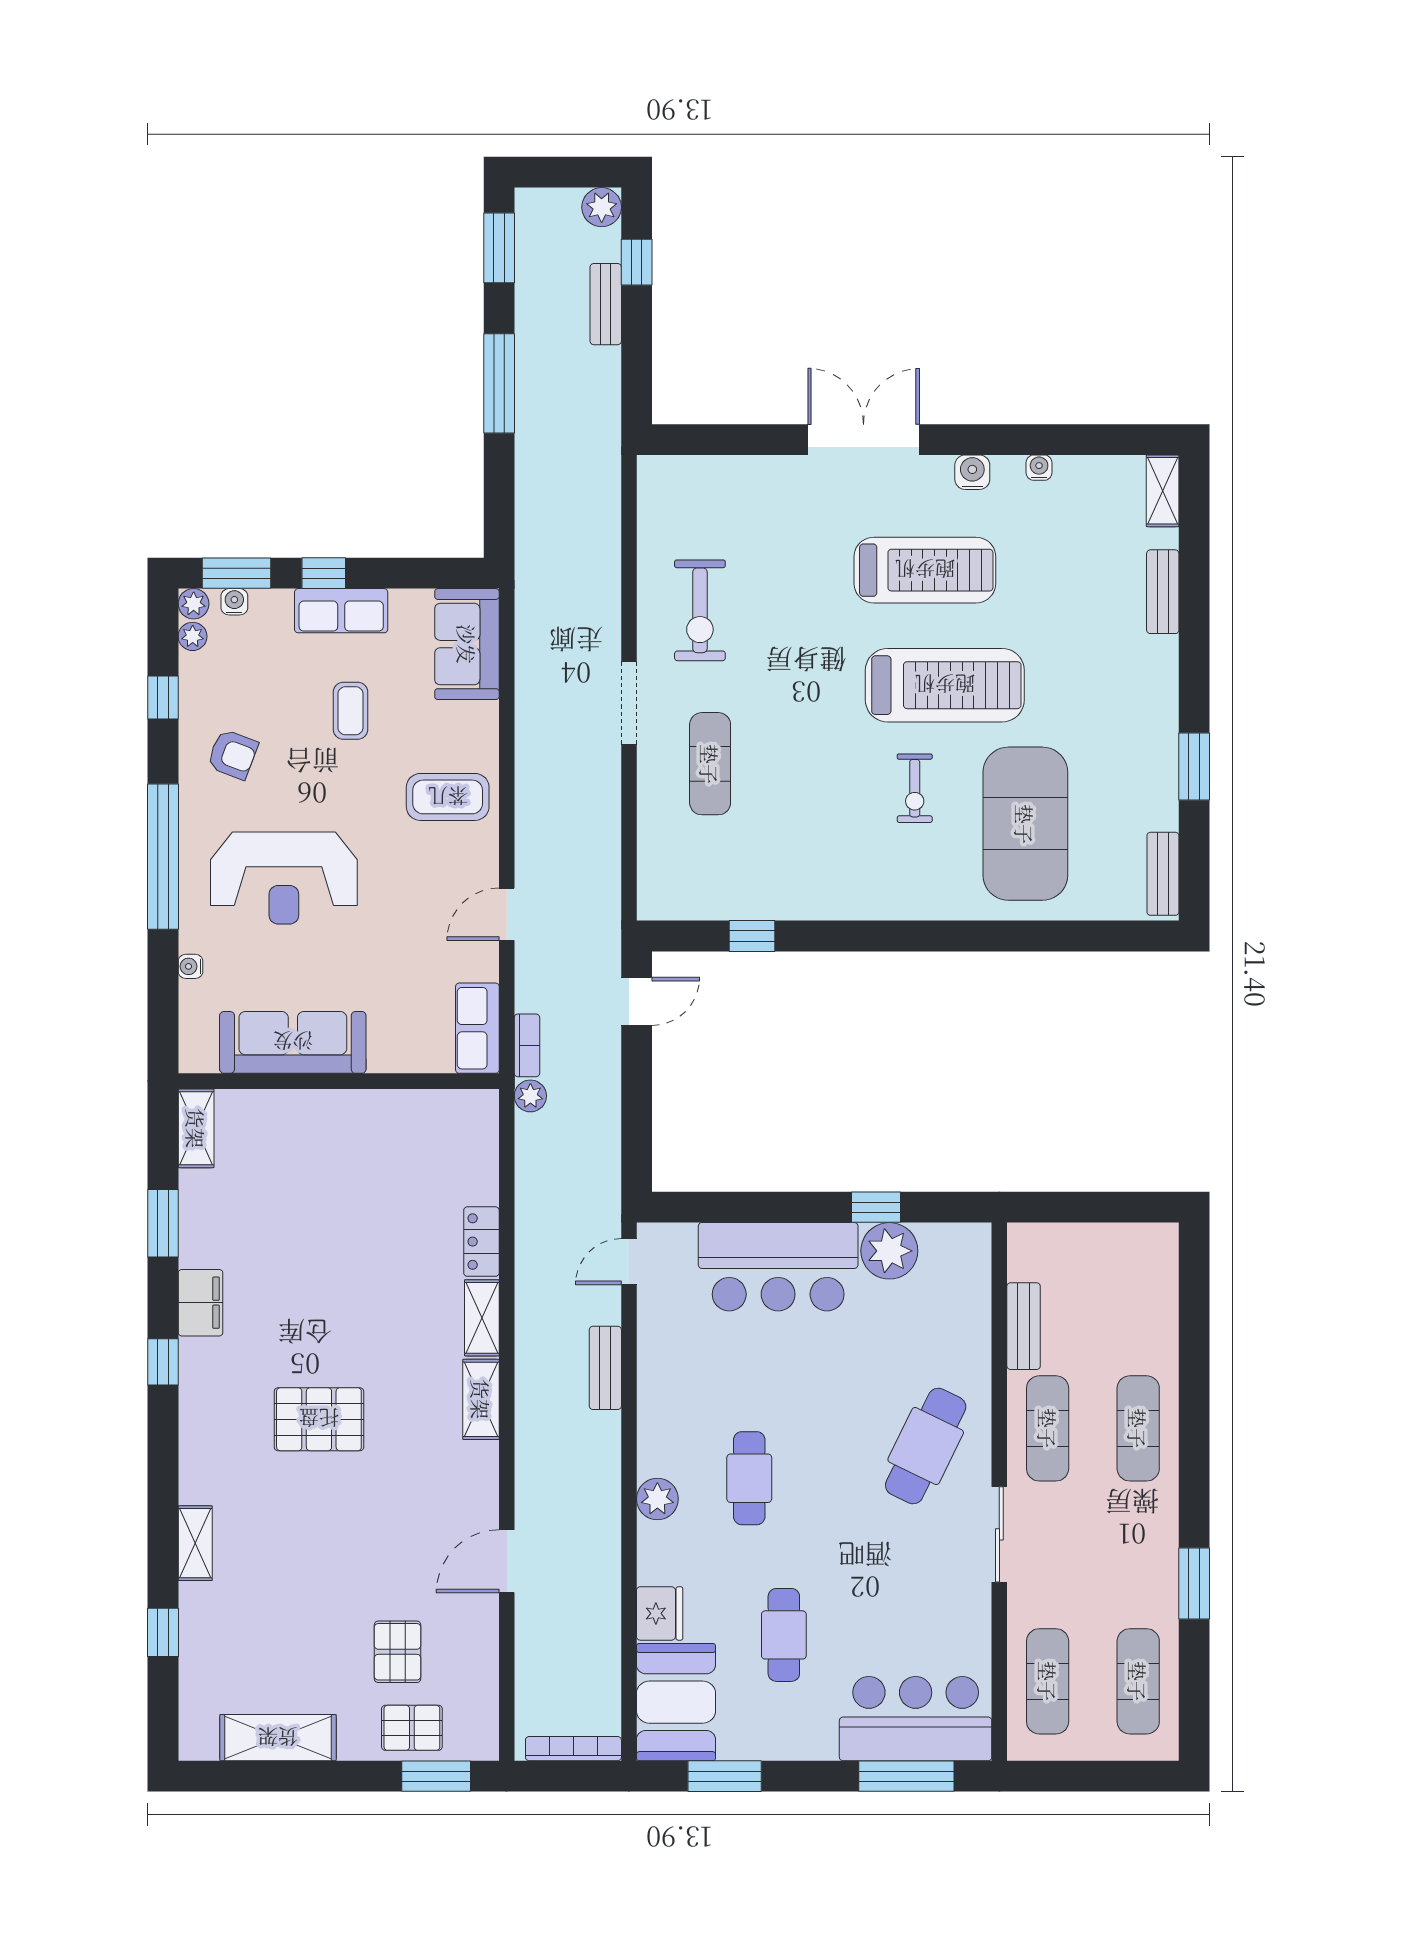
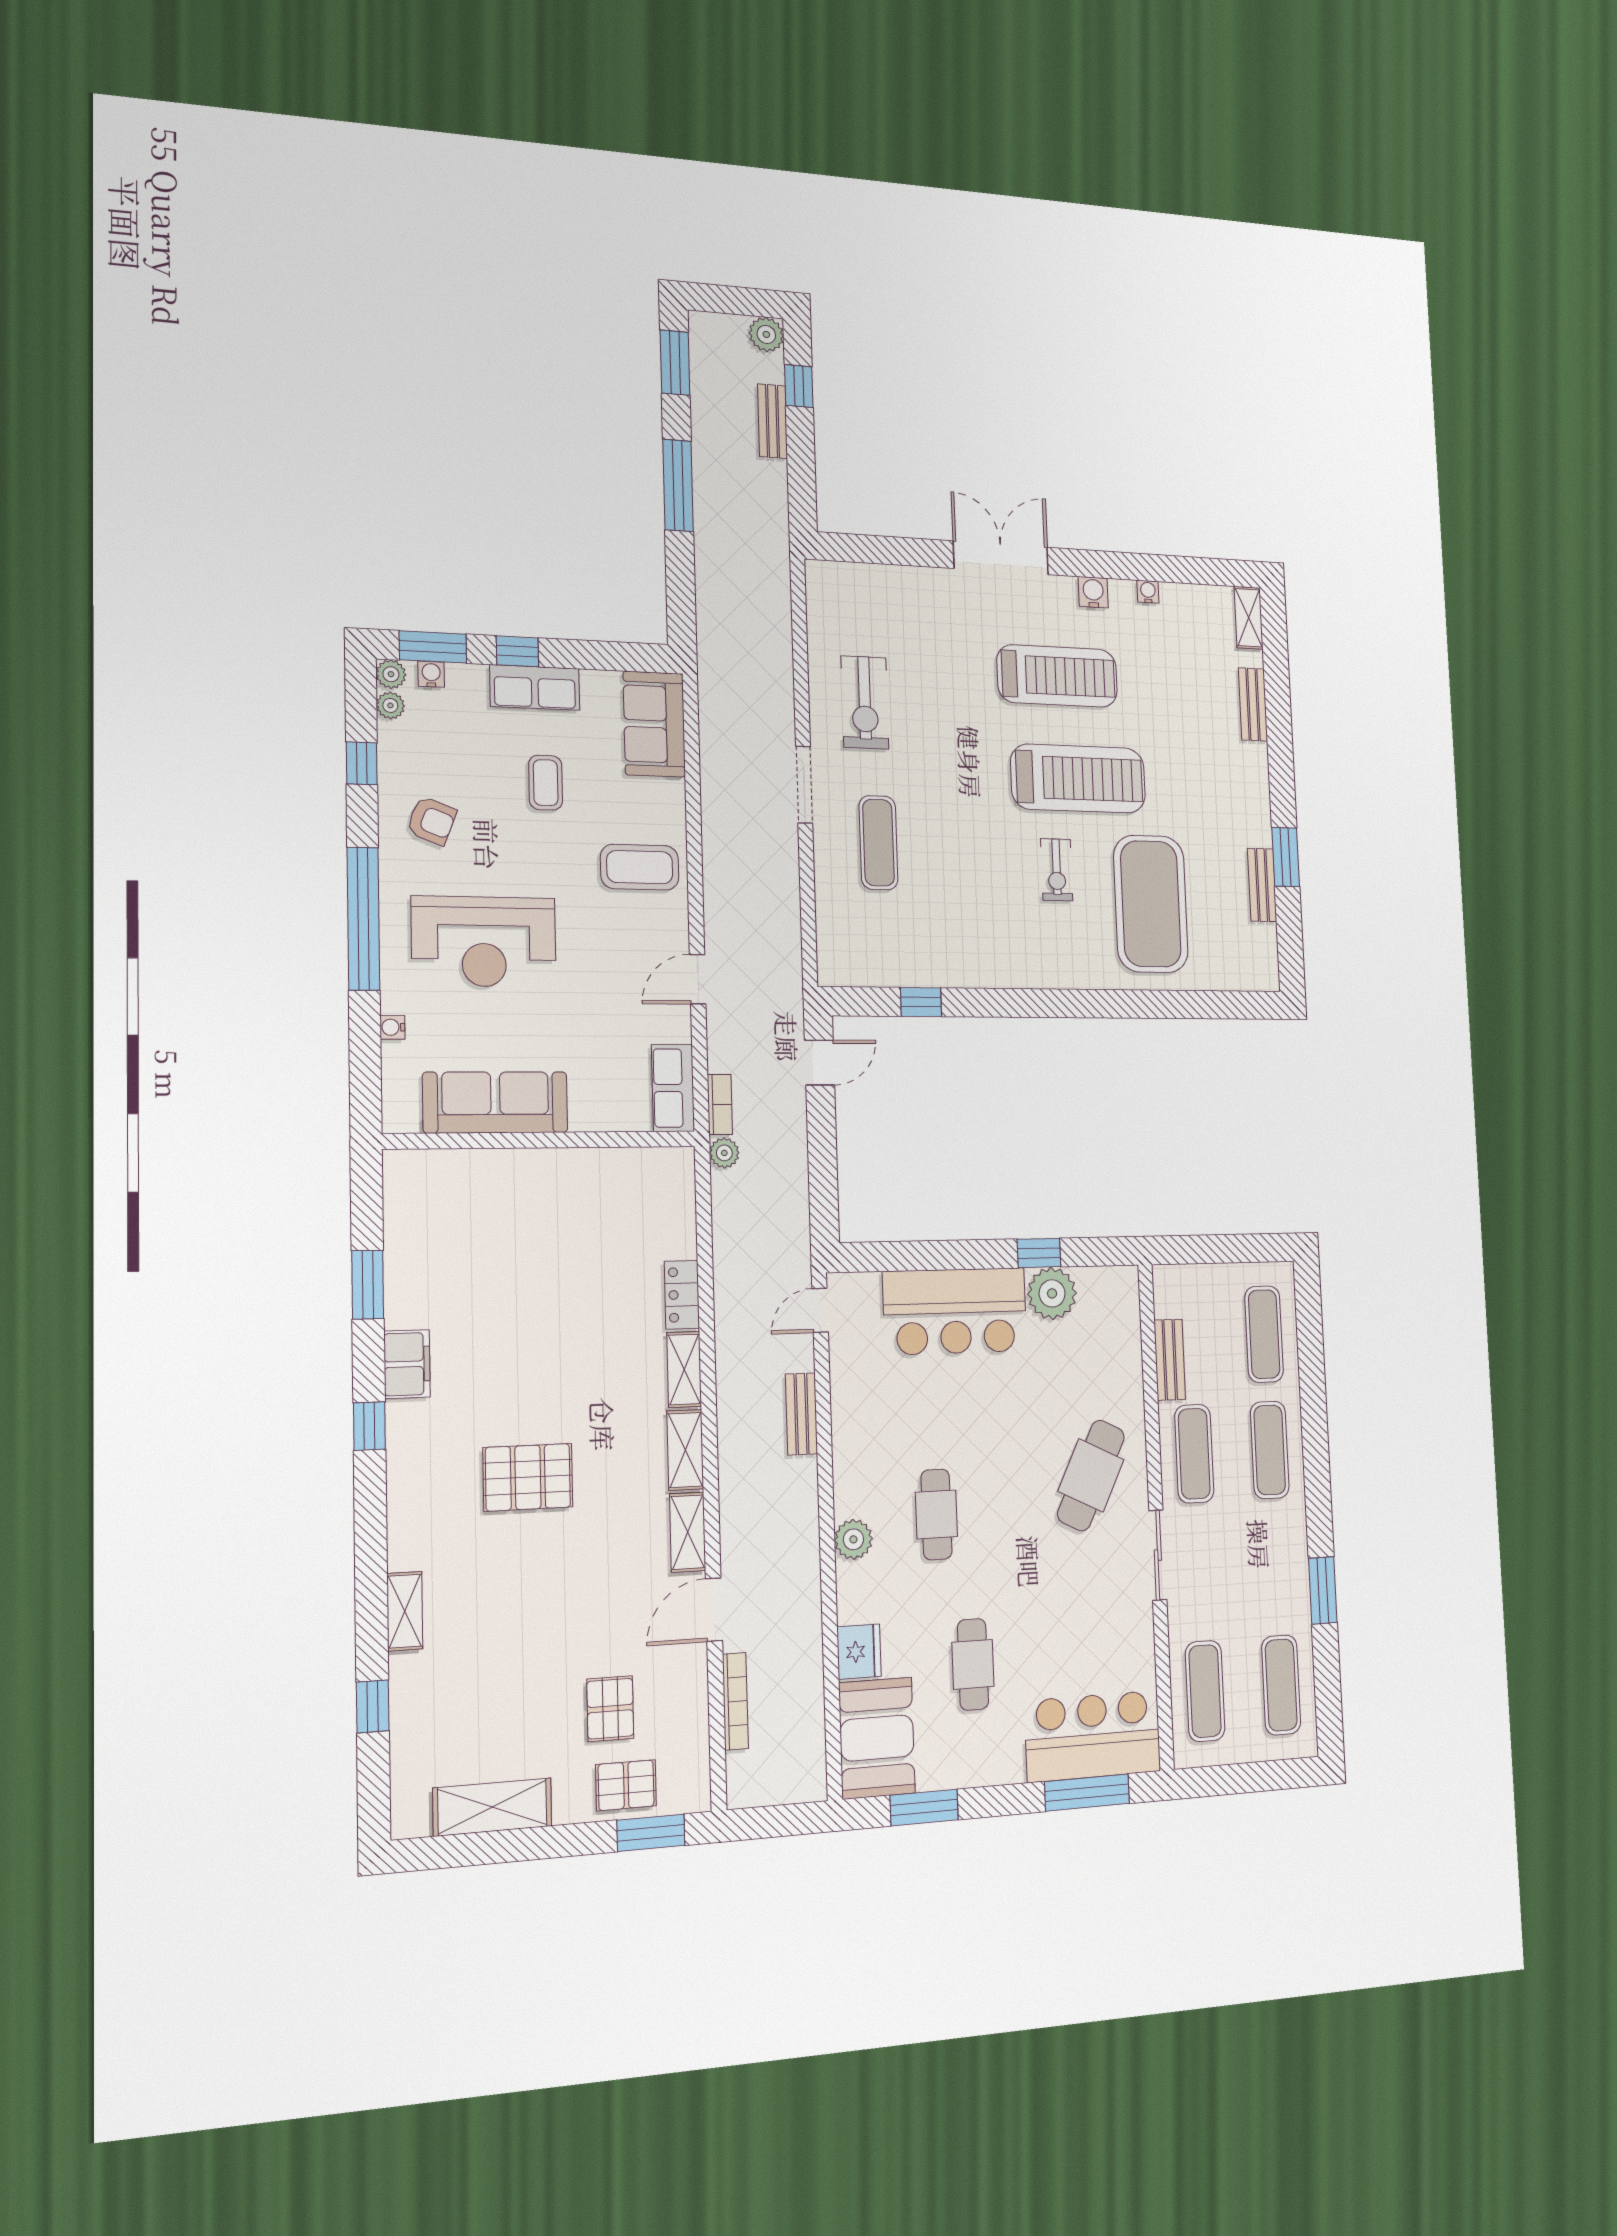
bench: (1163, 874) -> (1262, 885), moved
shelving: (196, 1128) -> (688, 1532), moved
exercise mat: (1138, 1302) -> (1264, 1334), added
bookcase: (573, 1749) -> (735, 1701), moved, turned 90

